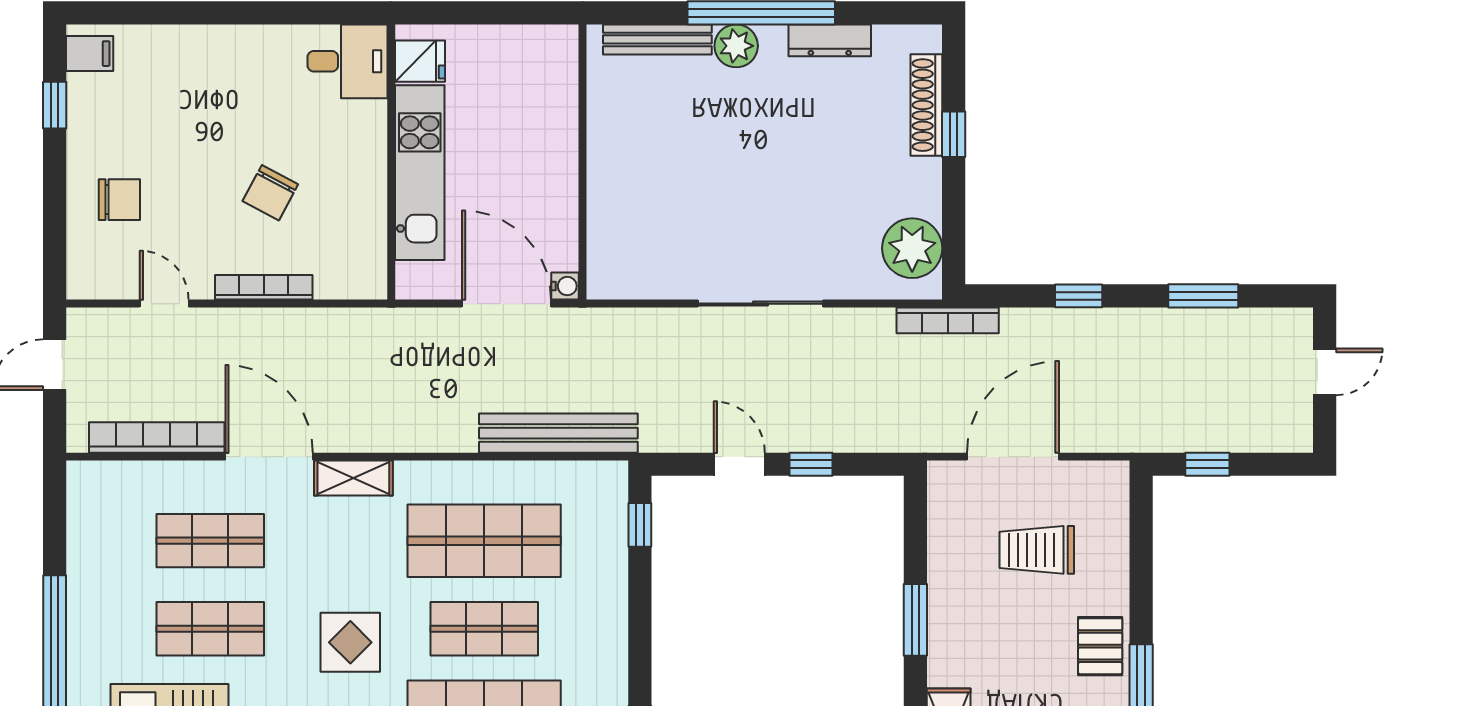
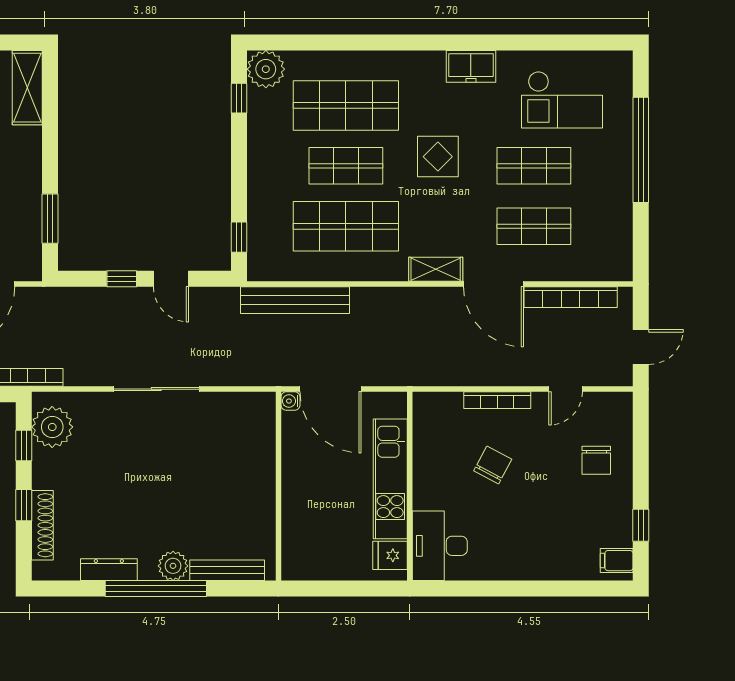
desk: (348, 61) -> (440, 546), width x1.37
chair: (119, 200) -> (596, 460), turned -90
window: (954, 221) -> (24, 446), added
door: (164, 304) -> (566, 389), hinge flipped
window: (915, 620) -> (50, 219), moved

